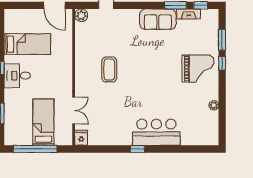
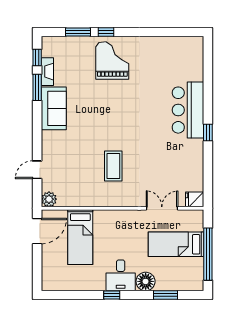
bed: (27, 44) -> (80, 237), moved, turned 180
coffee table: (109, 69) -> (113, 166), turned 90
floor lamp: (12, 97) -> (146, 281), added
plant: (214, 105) -> (156, 42), removed

